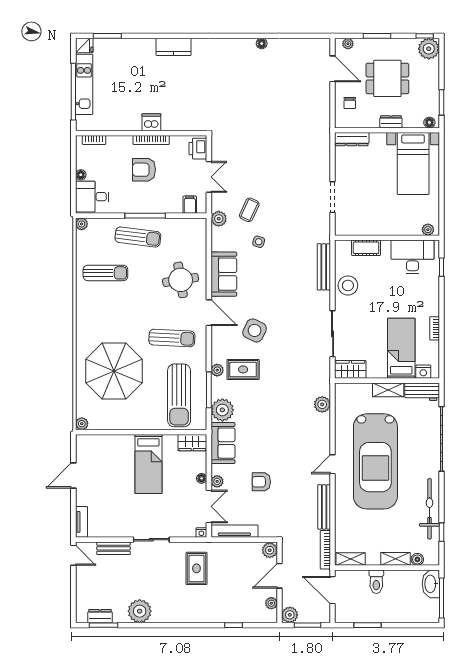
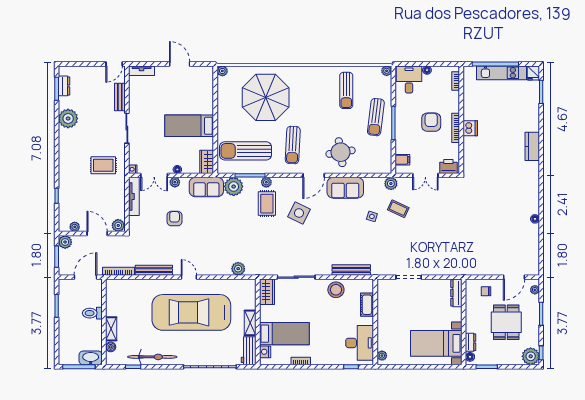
dresser: (391, 122) -> (471, 342), moved
shelving: (351, 559) -> (111, 292), removed

